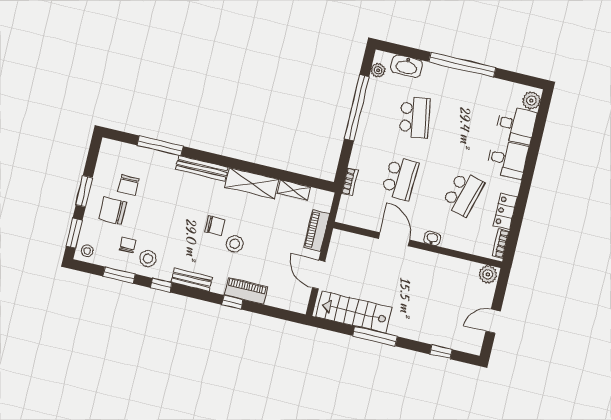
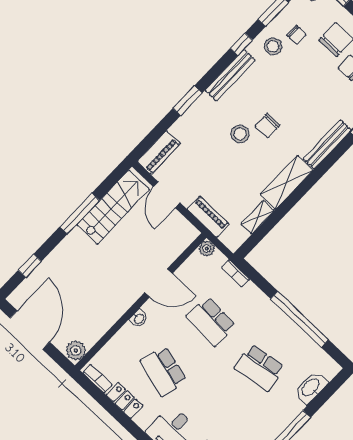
plant: (378, 70) -> (207, 249), moved
door: (319, 274) -> (167, 195), swing flipped
bench: (192, 280) -> (230, 75), width x1.36
piano: (246, 291) -> (159, 152), moved
window: (232, 302) -> (187, 101), width x1.50
door: (493, 321) -> (30, 330), width x1.87

